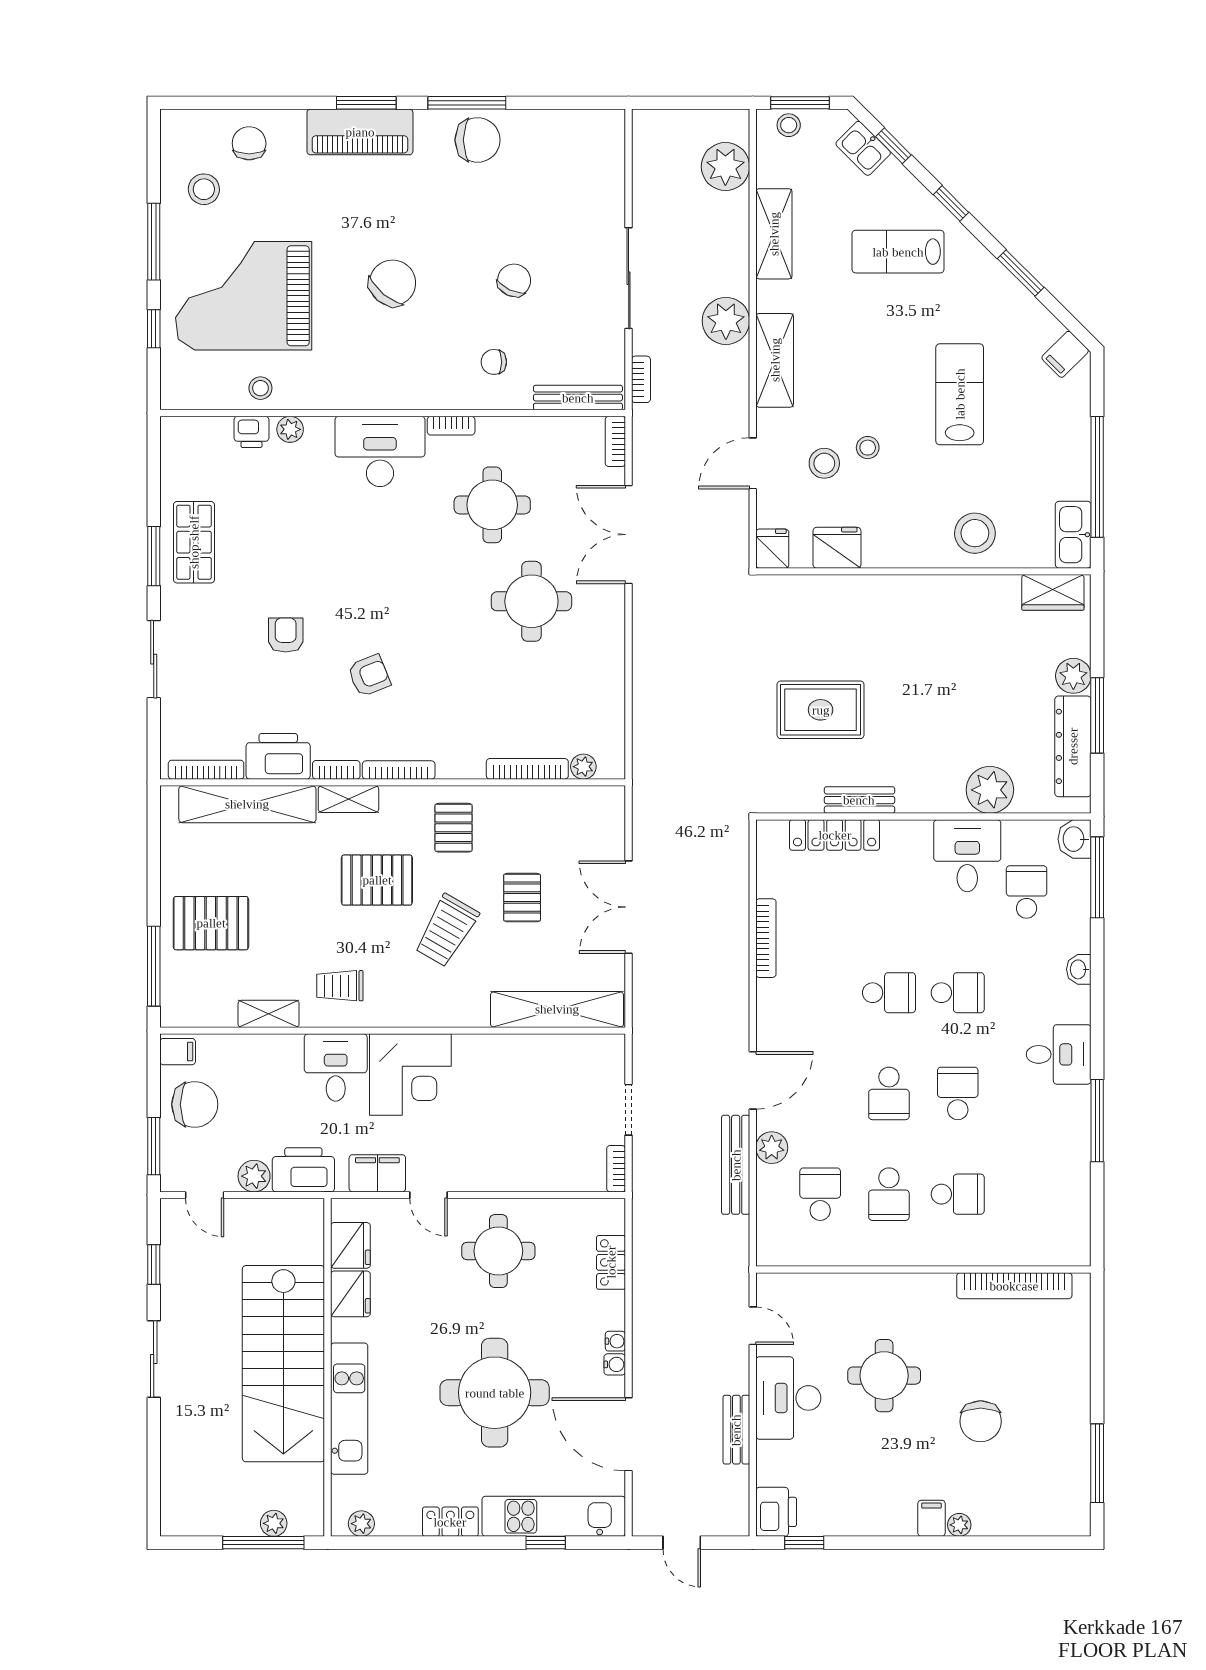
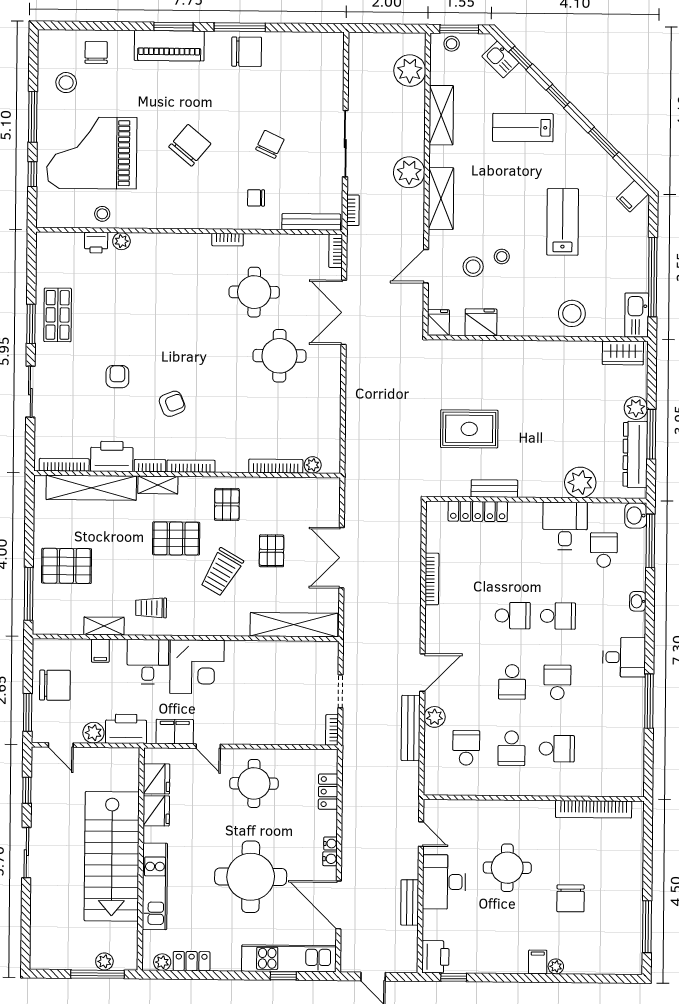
desk: (380, 451) -> (181, 256), removed
filing cabinet: (178, 1052) -> (100, 651), moved, turned 90
locker: (450, 1522) -> (192, 961), moved

